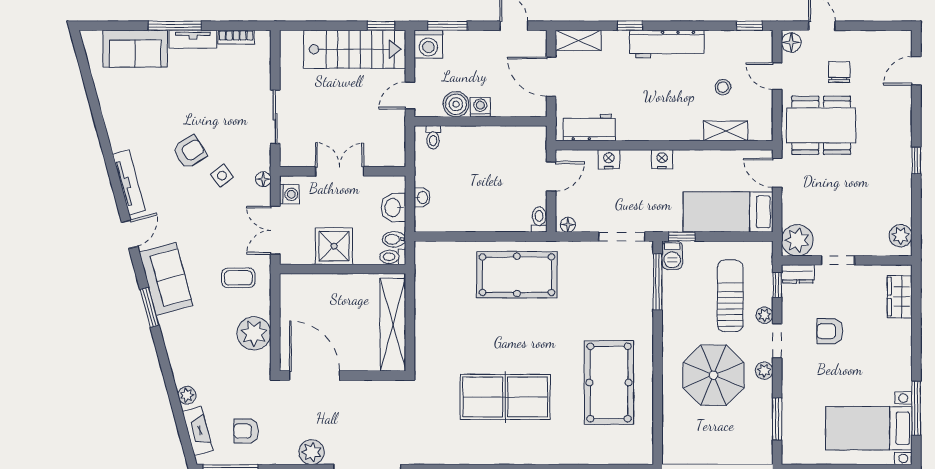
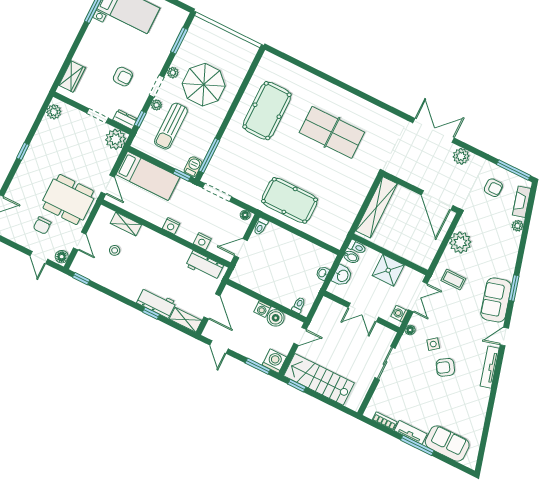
workbench: (667, 44) -> (156, 303), moved, width x0.73

